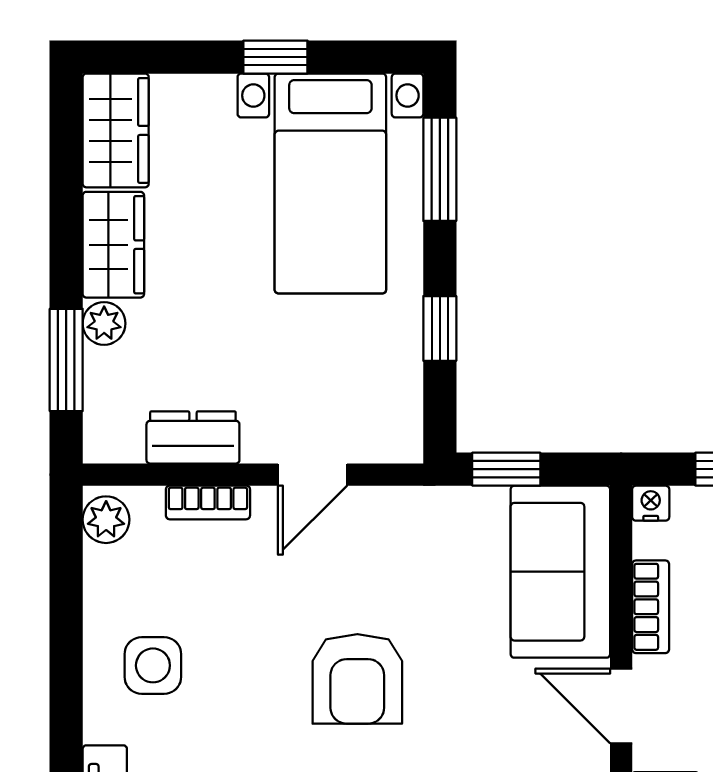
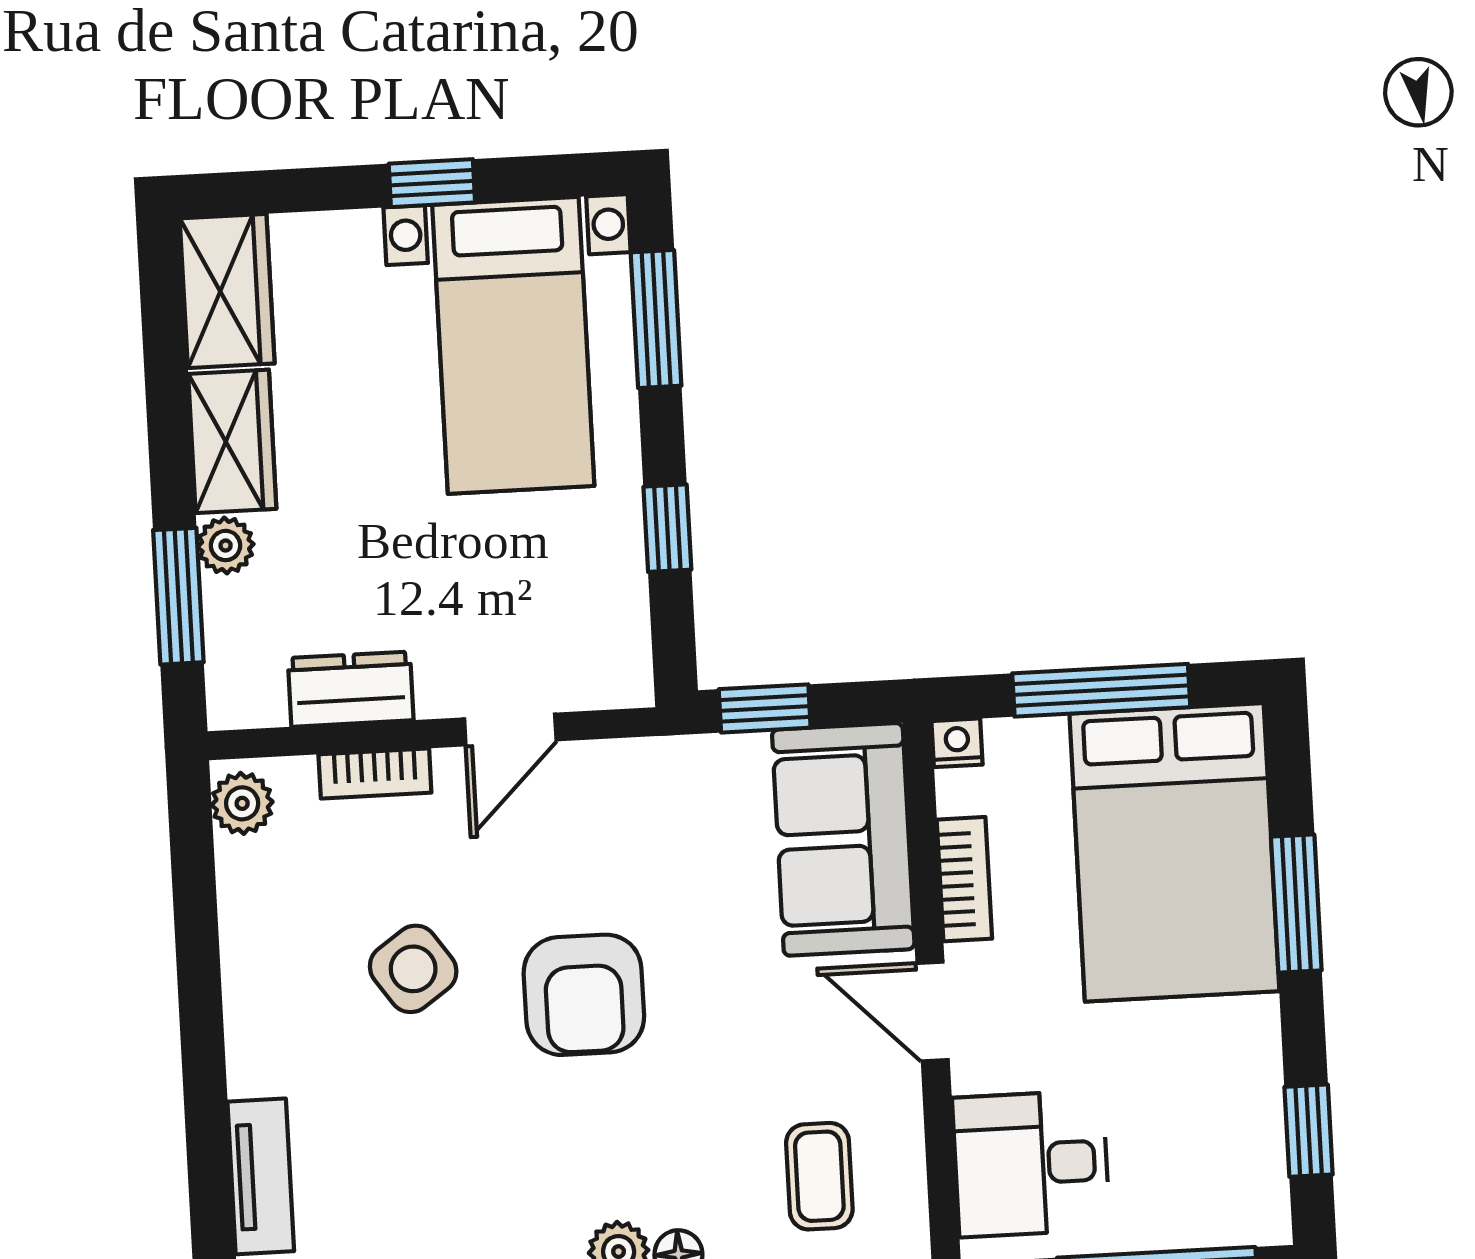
side table: (153, 665) -> (413, 969), moved, turned -35

